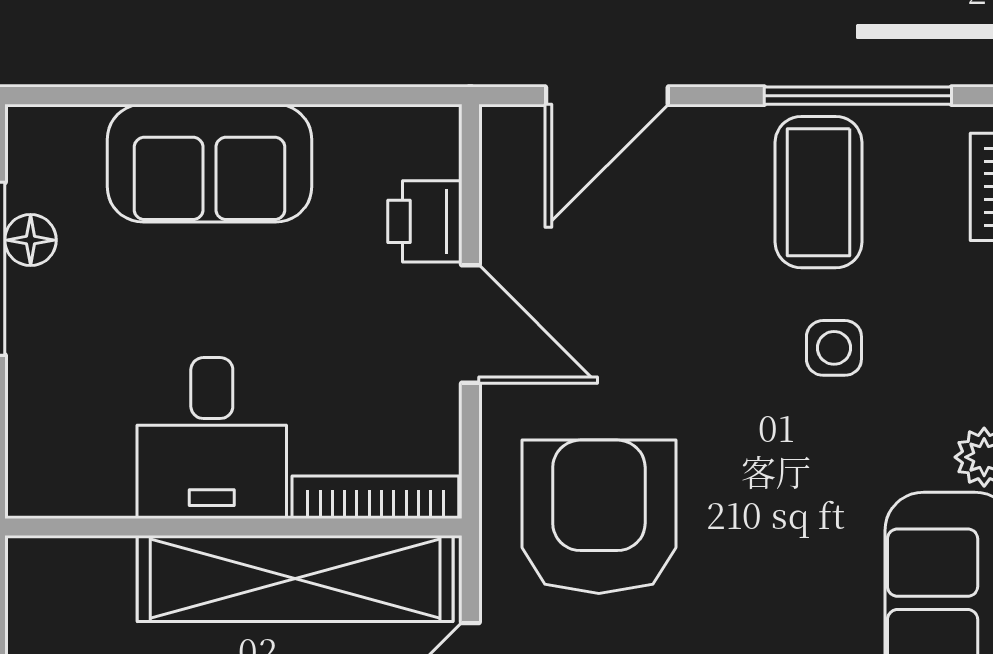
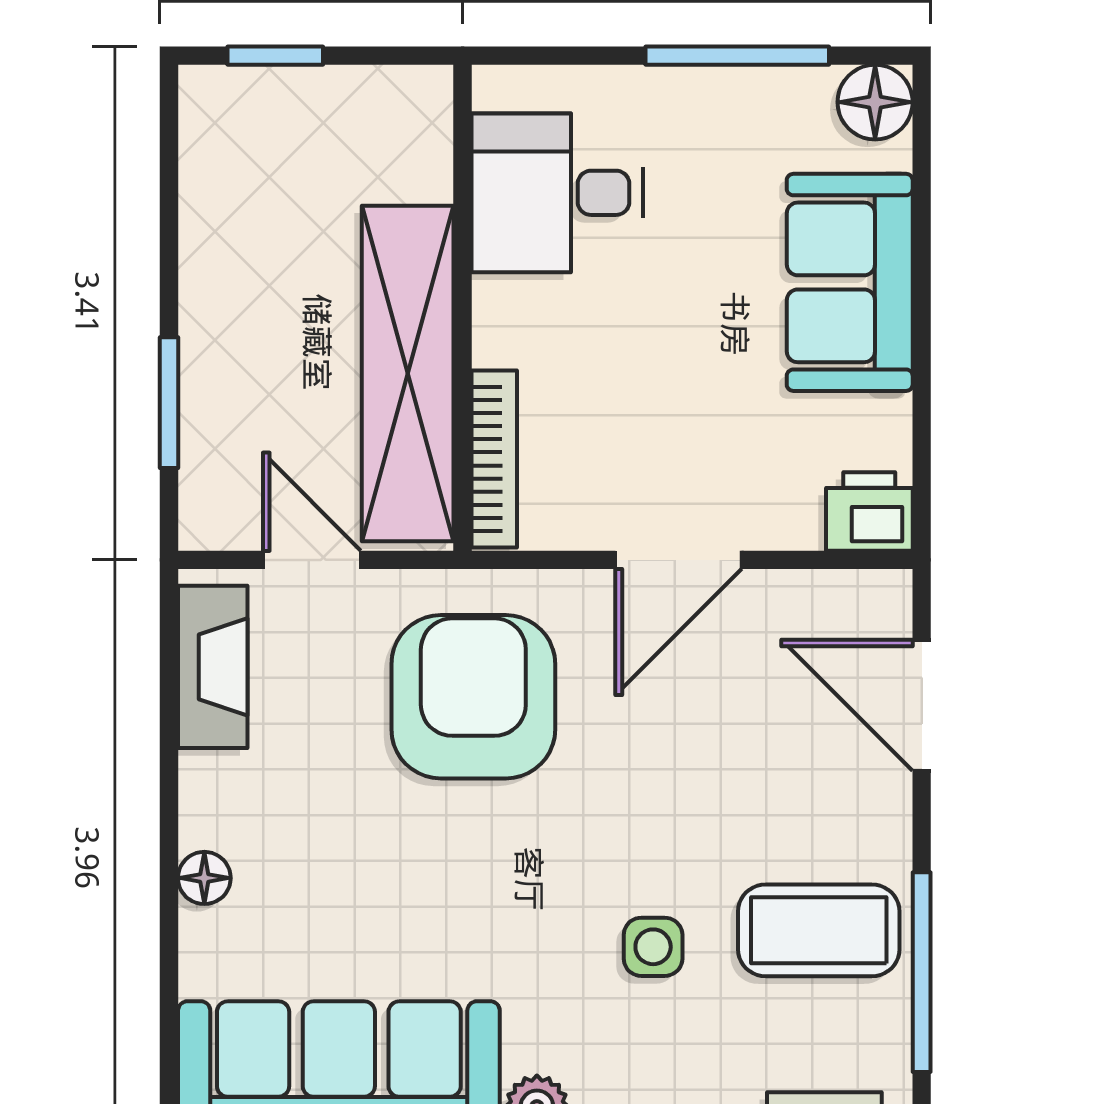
printer: (425, 221) -> (869, 511), moved
floor lamp: (31, 240) -> (875, 102), moved, width x1.37, depth x1.37
desk: (212, 438) -> (557, 193), moved
armchair: (599, 517) -> (473, 697), turned -90

